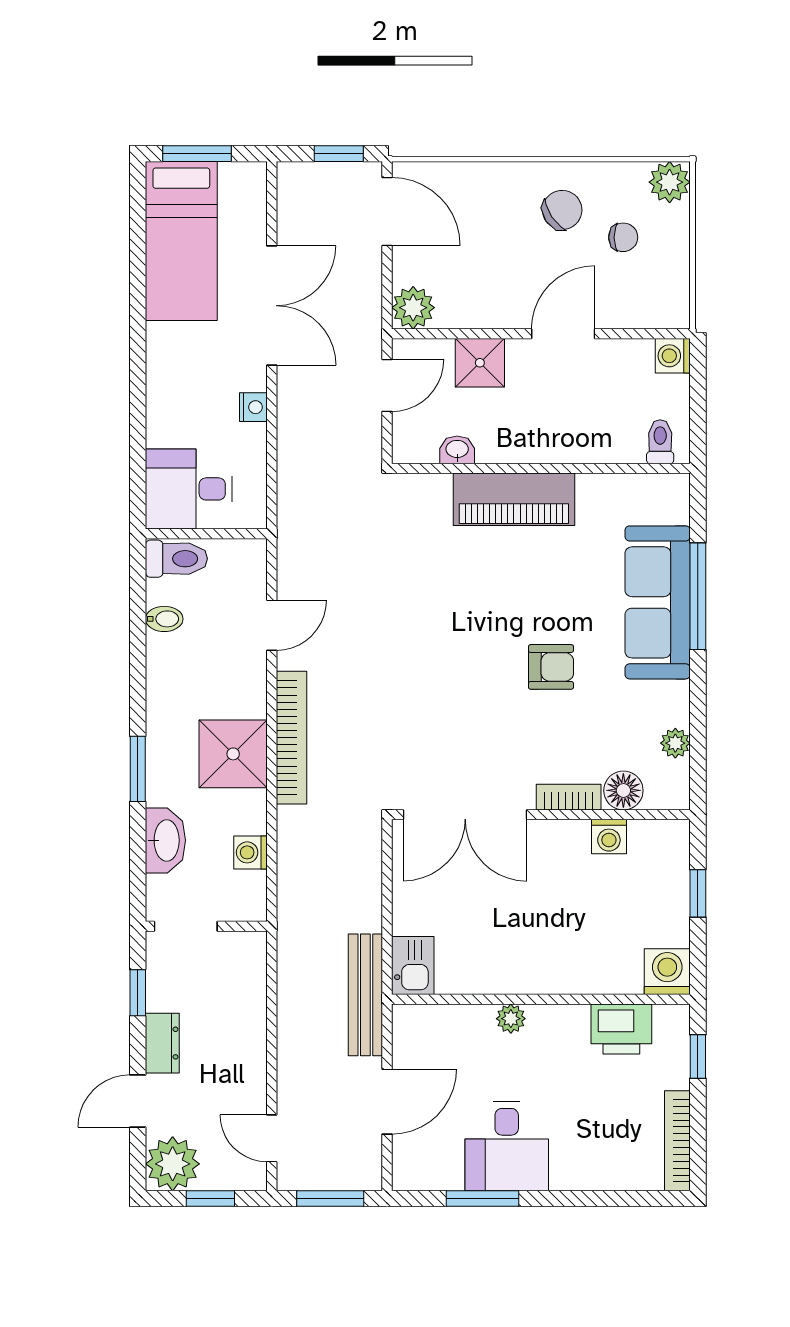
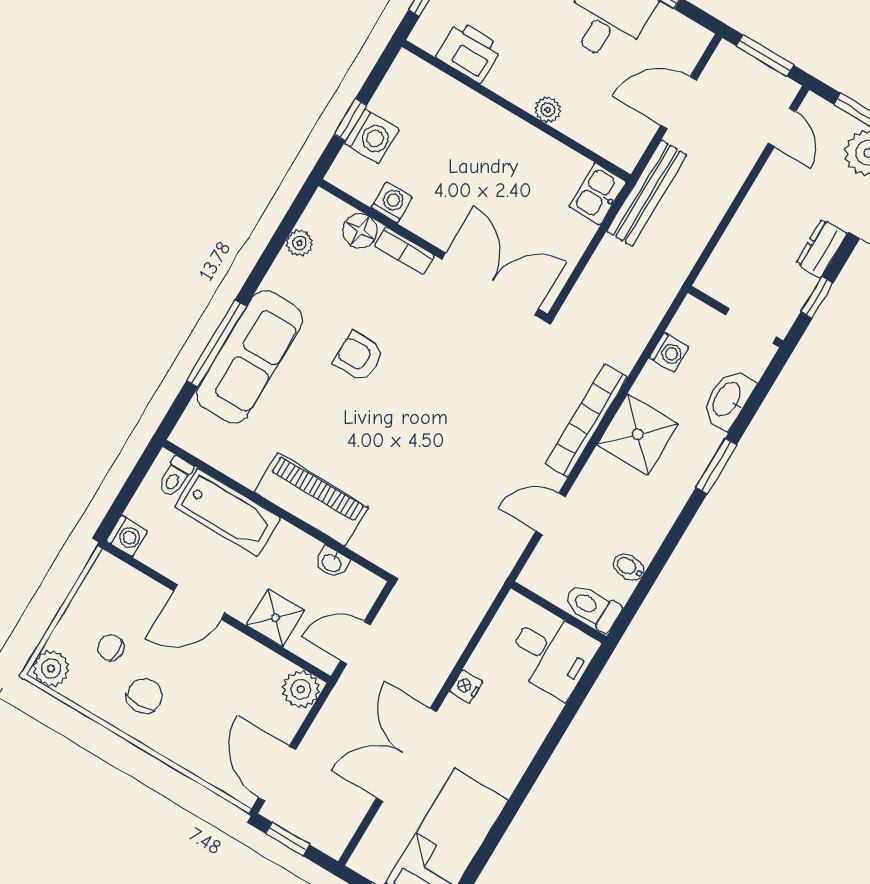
chair: (562, 210) -> (144, 696), turned 124
bathtub: (588, 438) -> (227, 512), added
washing machine: (667, 972) -> (372, 136), moved, turned -90

